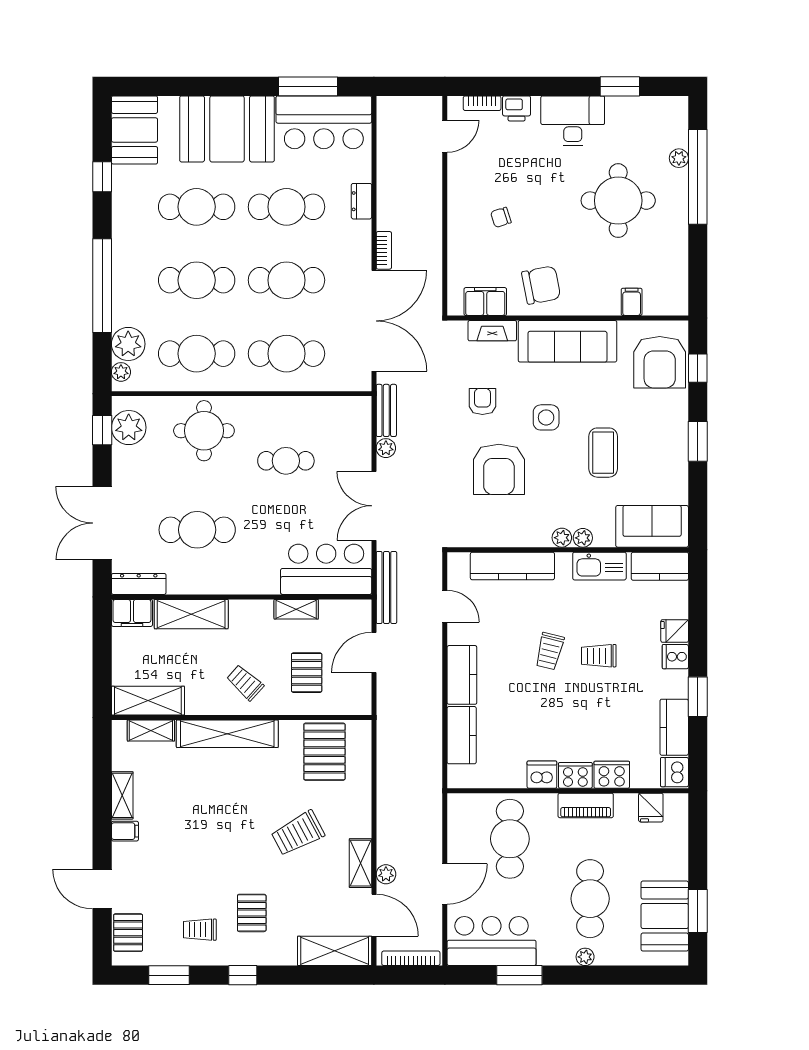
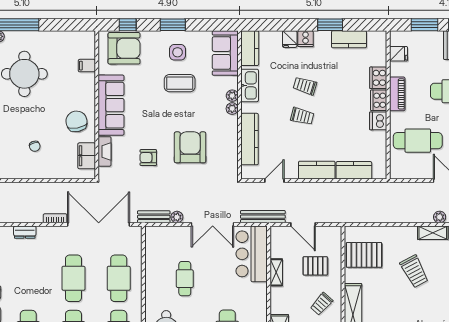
cafe table: (286, 207) -> (28, 278), removed
side table: (546, 417) -> (178, 52), moved
armchair: (499, 469) -> (190, 147), turned -90
trolley: (599, 656) -> (305, 86), turned 107
dishwasher: (674, 772) -> (377, 39), removed
window: (698, 850) -> (425, 25), added

